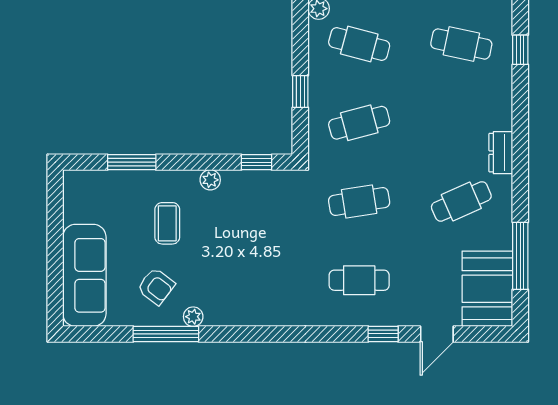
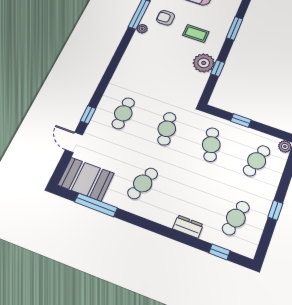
dresser: (501, 153) -> (188, 227), moved
window: (256, 162) -> (218, 68), moved
plant: (210, 180) -> (204, 63), width x1.87, depth x1.87
cafe table: (461, 201) -> (143, 183), turned 42
armchair: (156, 286) -> (166, 18), turned 53

